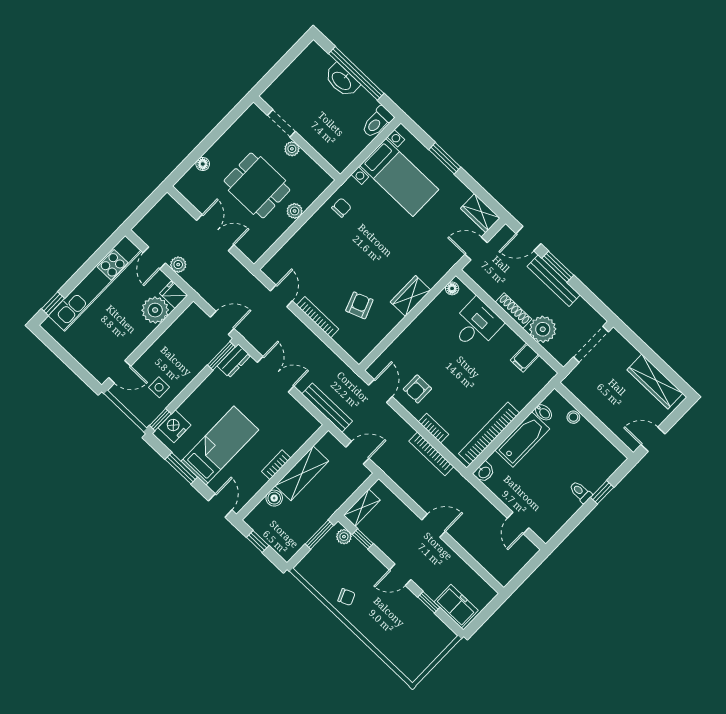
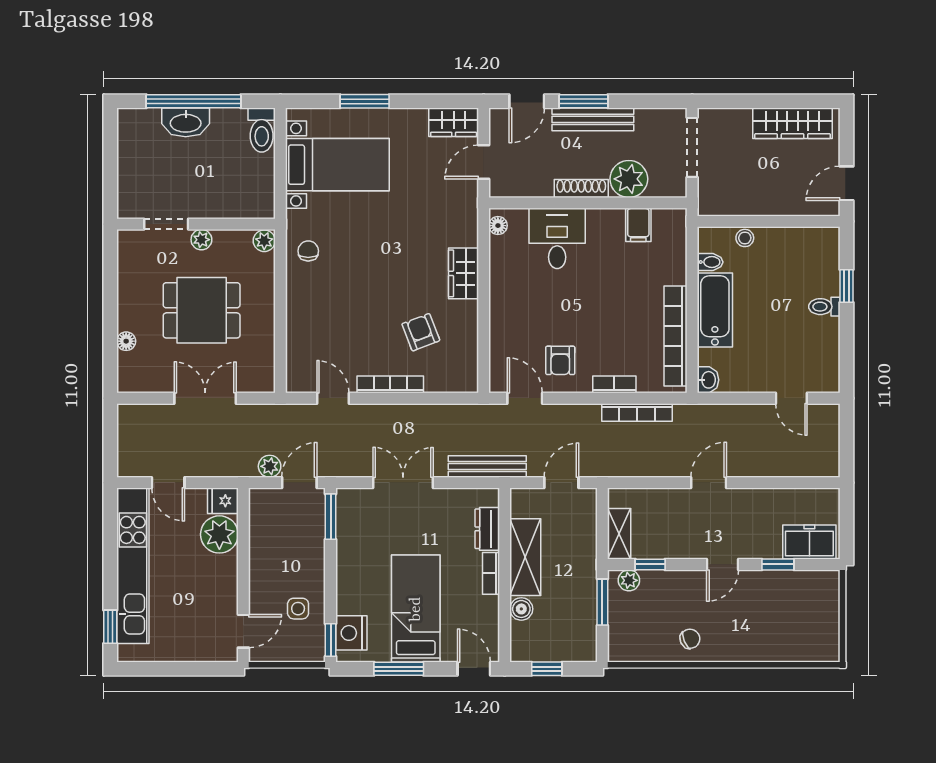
plant: (295, 211) -> (264, 241), moved
plant: (178, 265) -> (270, 466), moved
dresser: (234, 361) -> (487, 529), moved, turned 180

